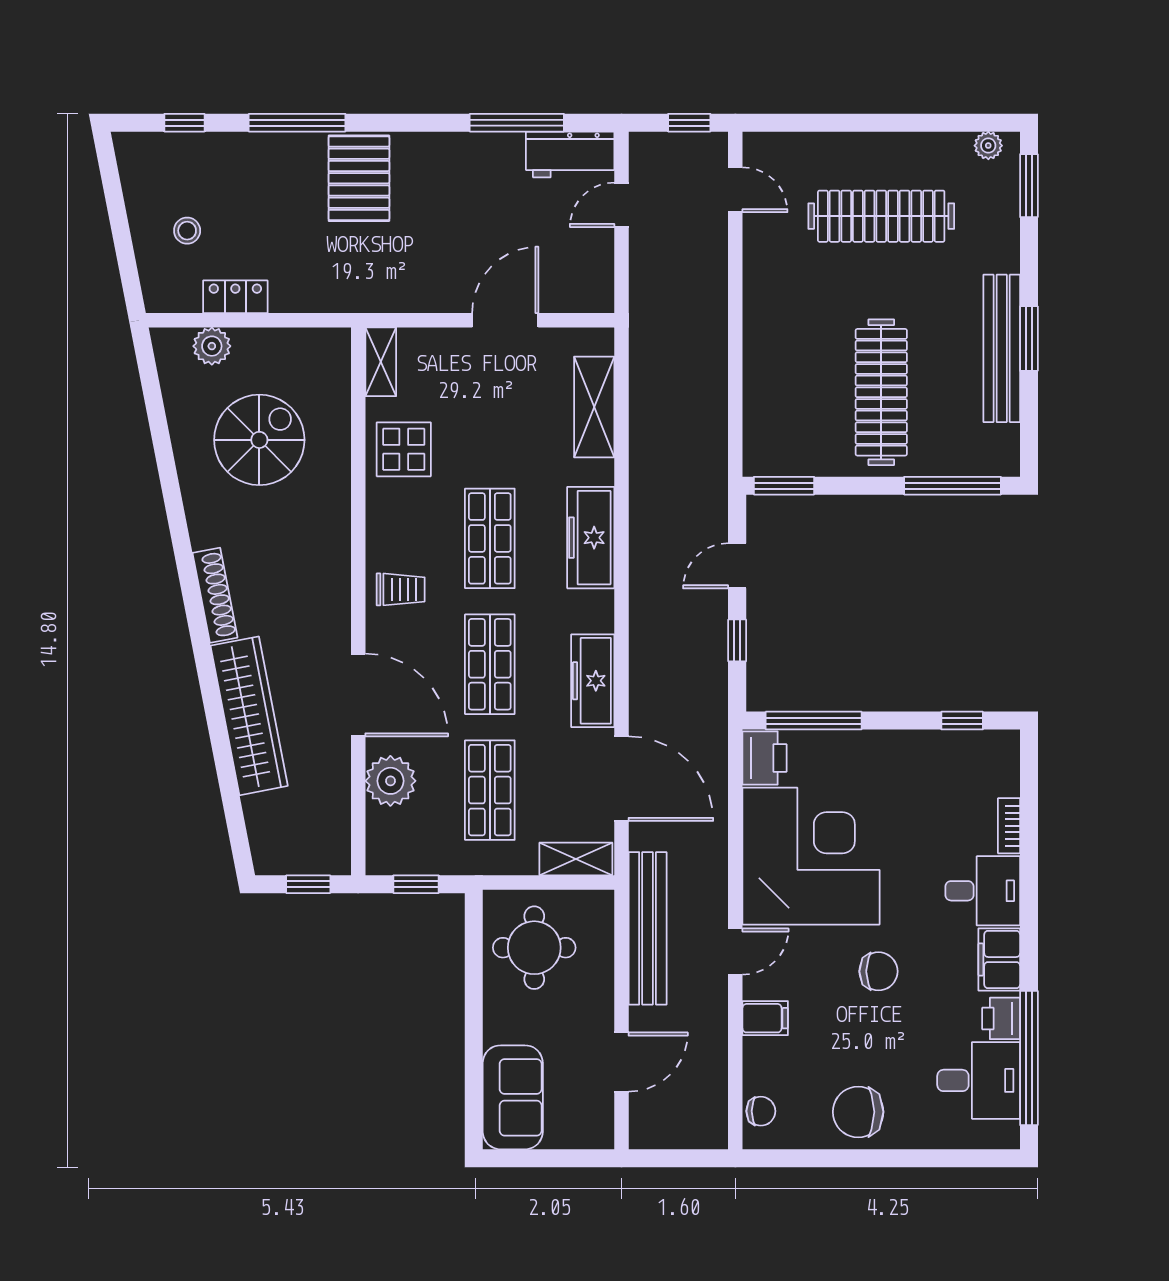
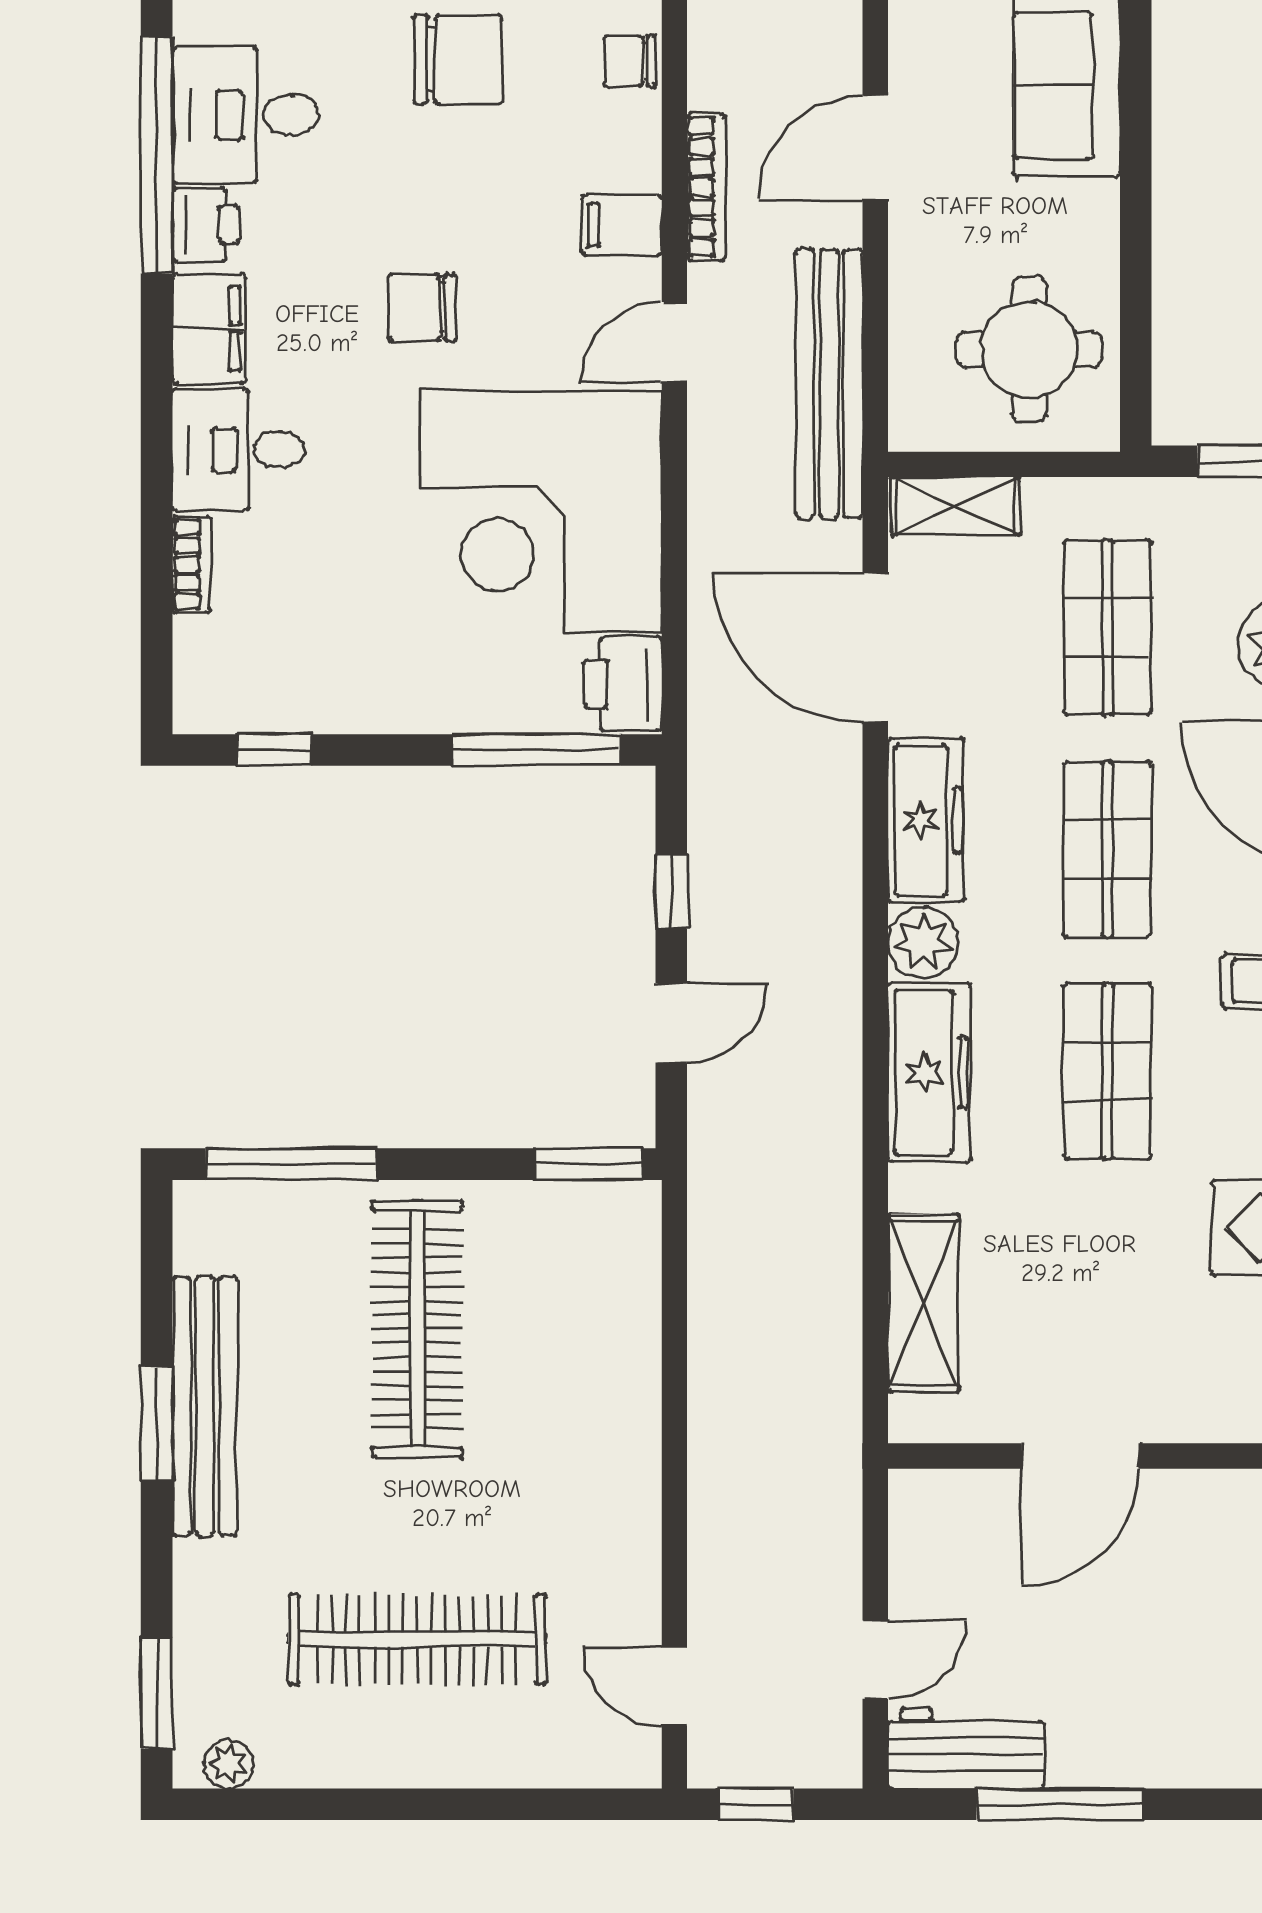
plant: (594, 611) -> (923, 943), added
bookcase: (718, 1040) -> (706, 187), added

